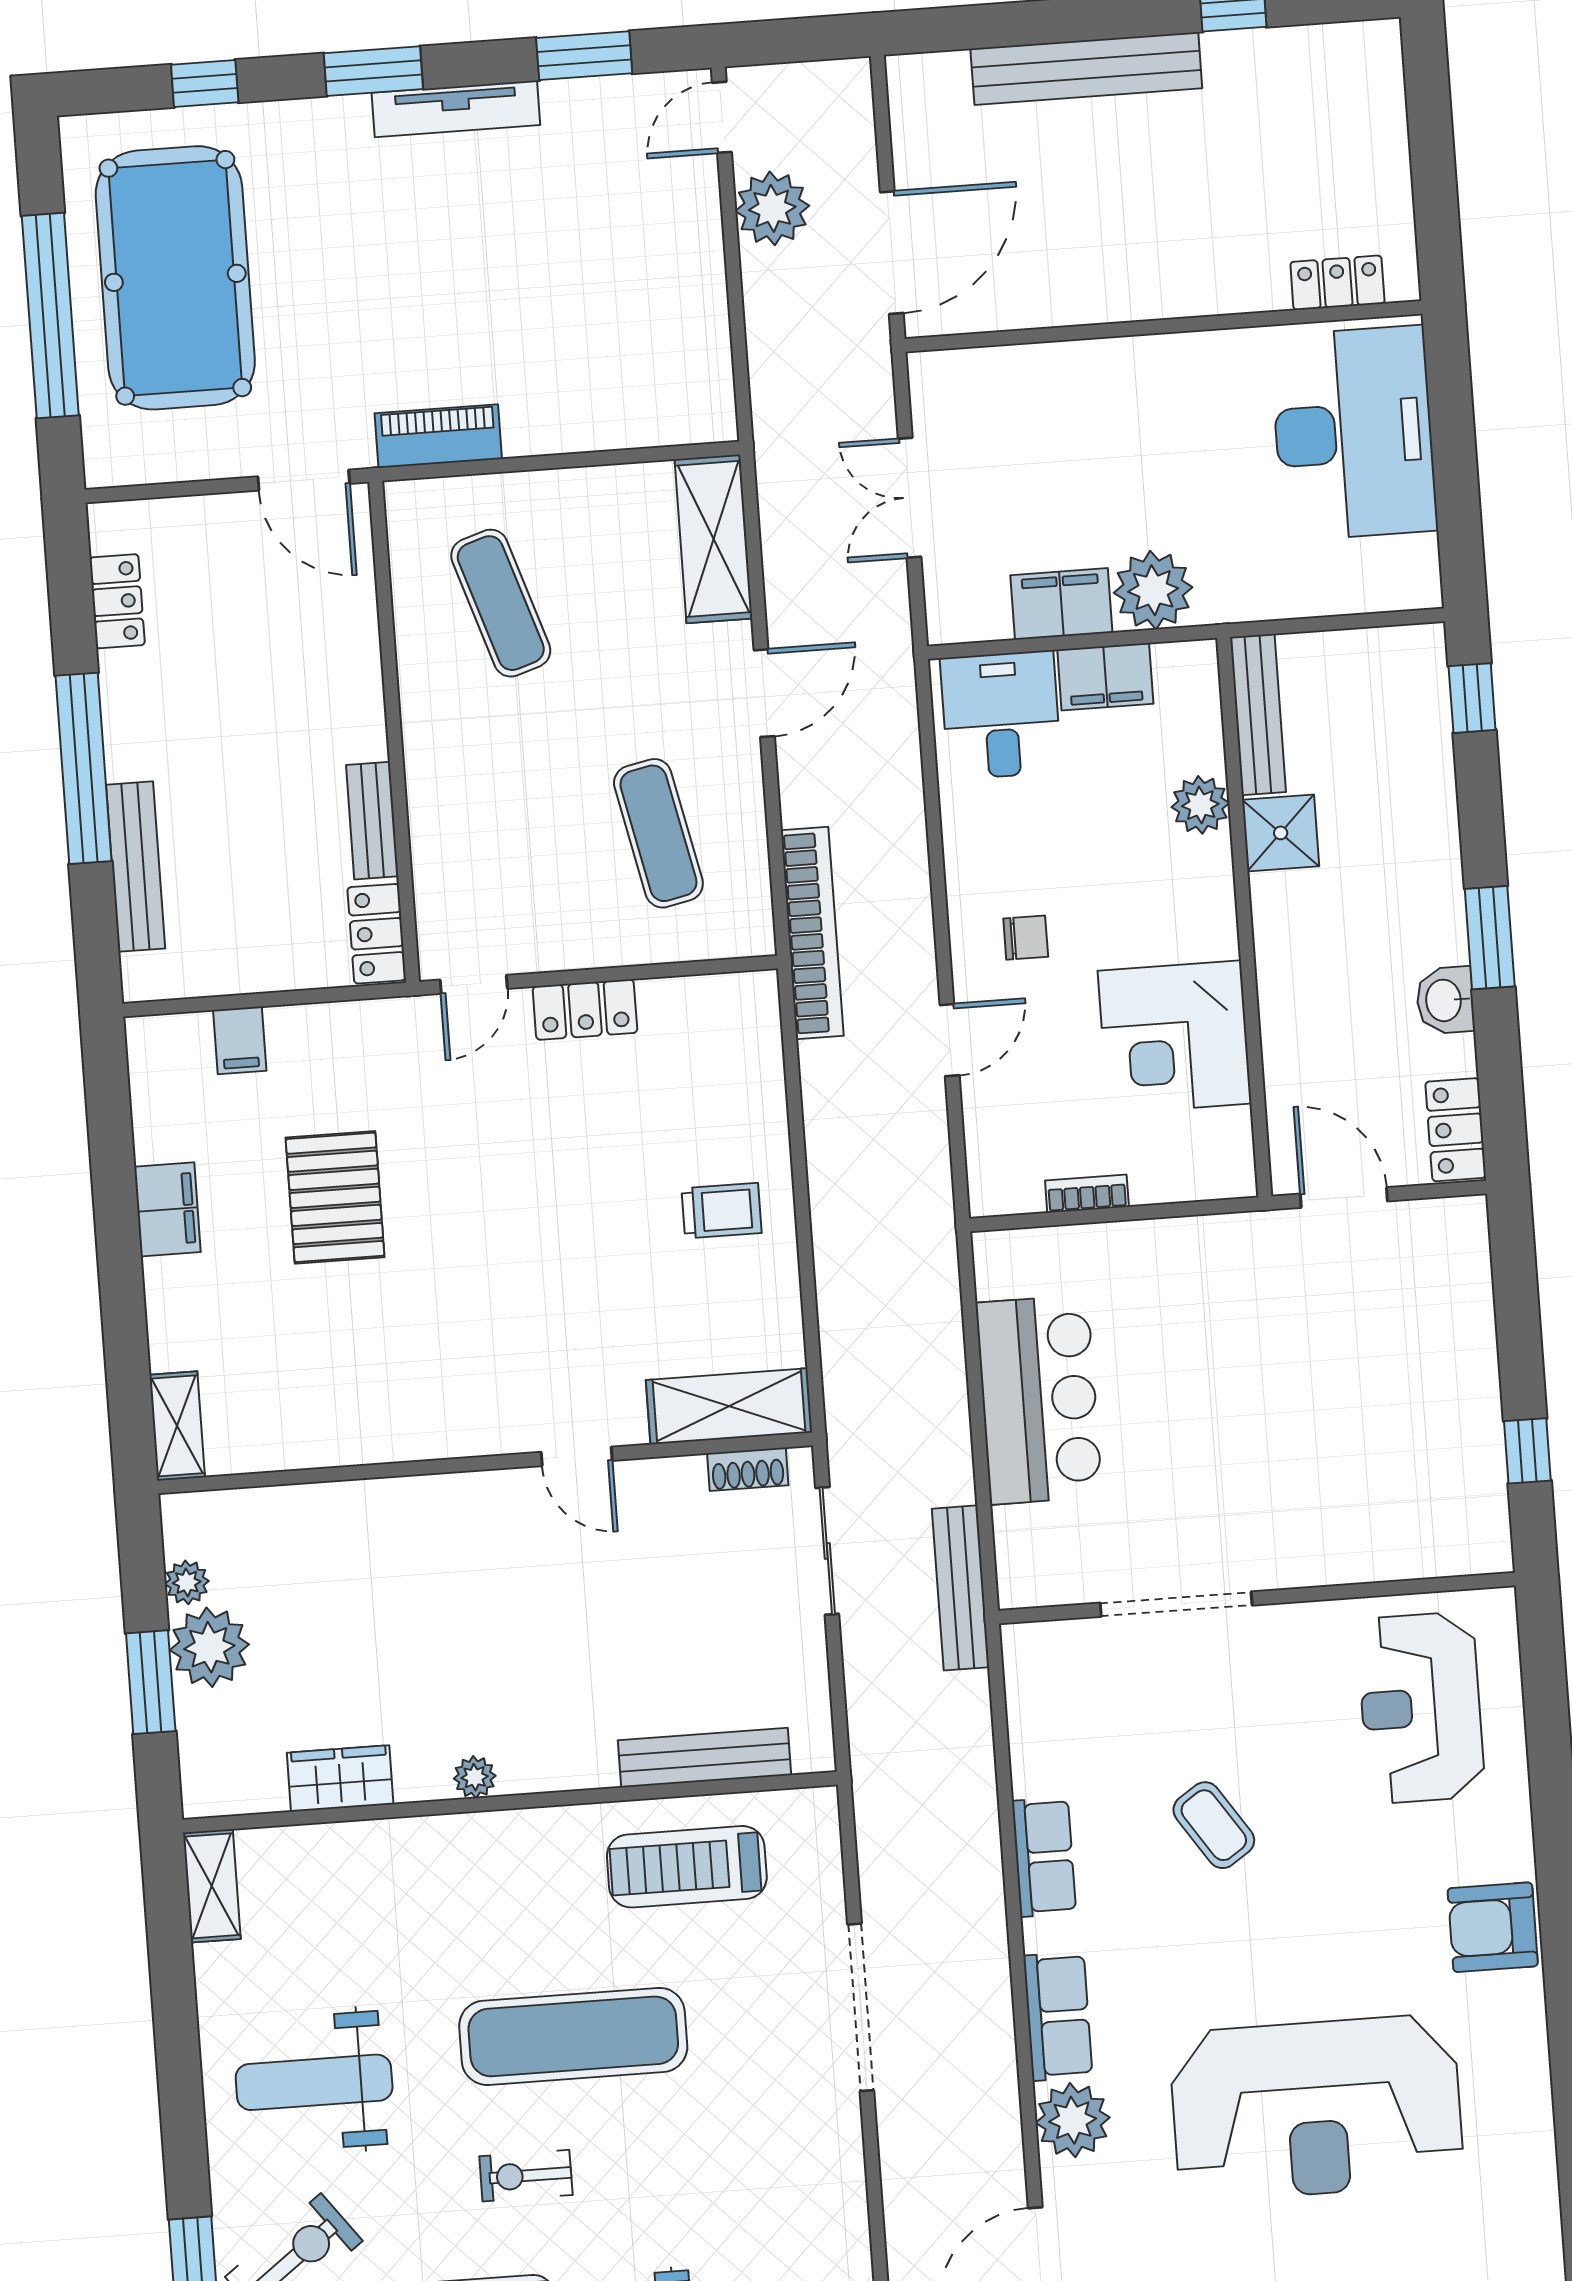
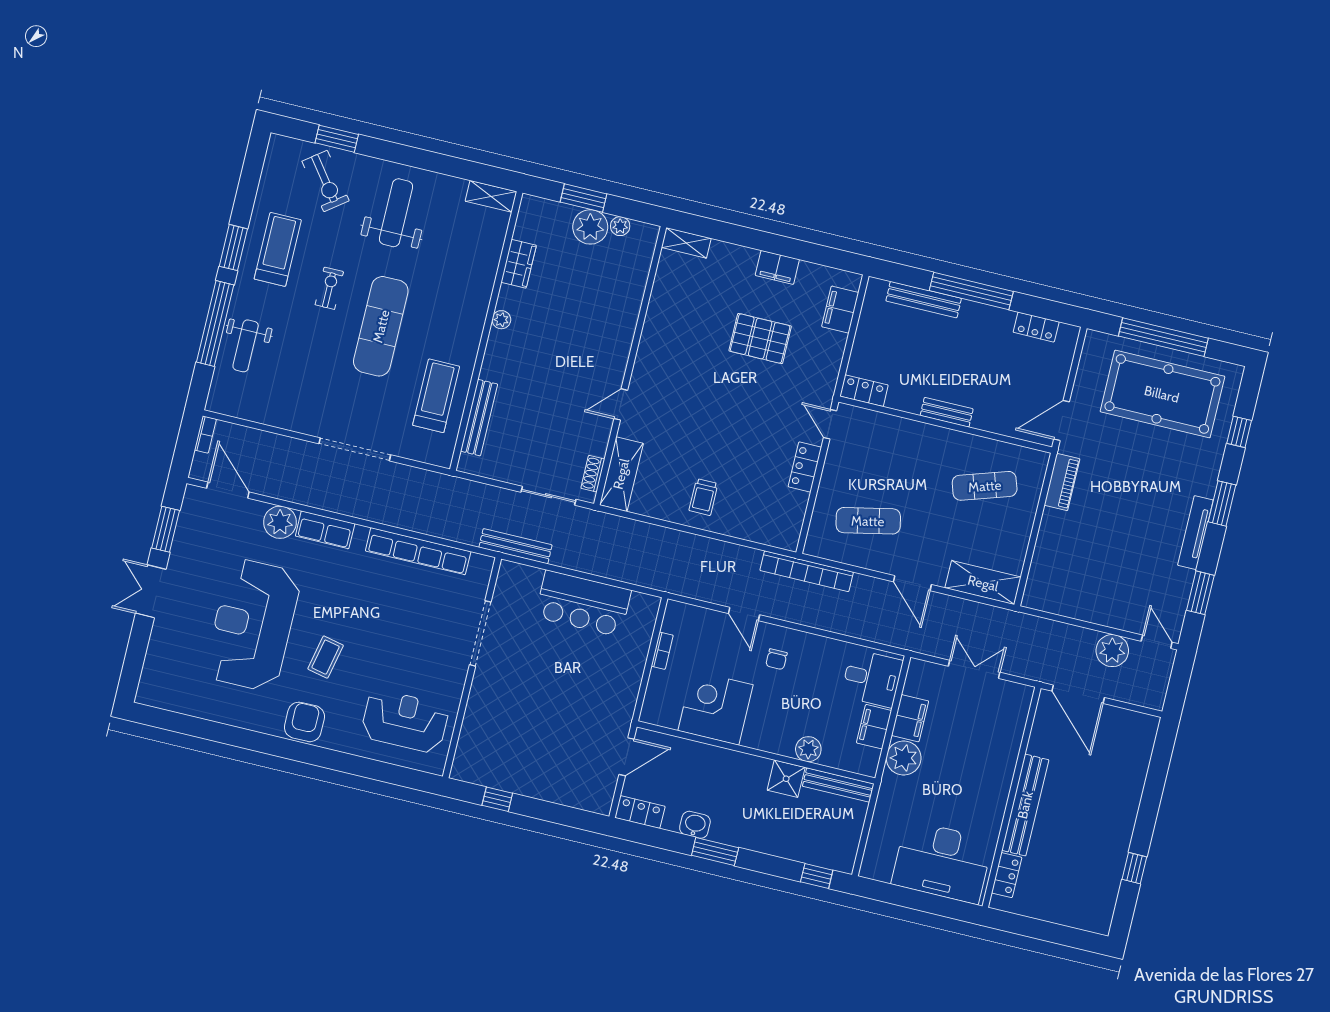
bench: (1086, 69) -> (1025, 805), moved
bench: (372, 821) -> (947, 412), moved
filing cabinet: (240, 1040) -> (840, 310), width x2.00
coffee table: (1214, 1825) -> (326, 657), moved, turned -44
row of seats: (1044, 1857) -> (418, 551), width x2.02

